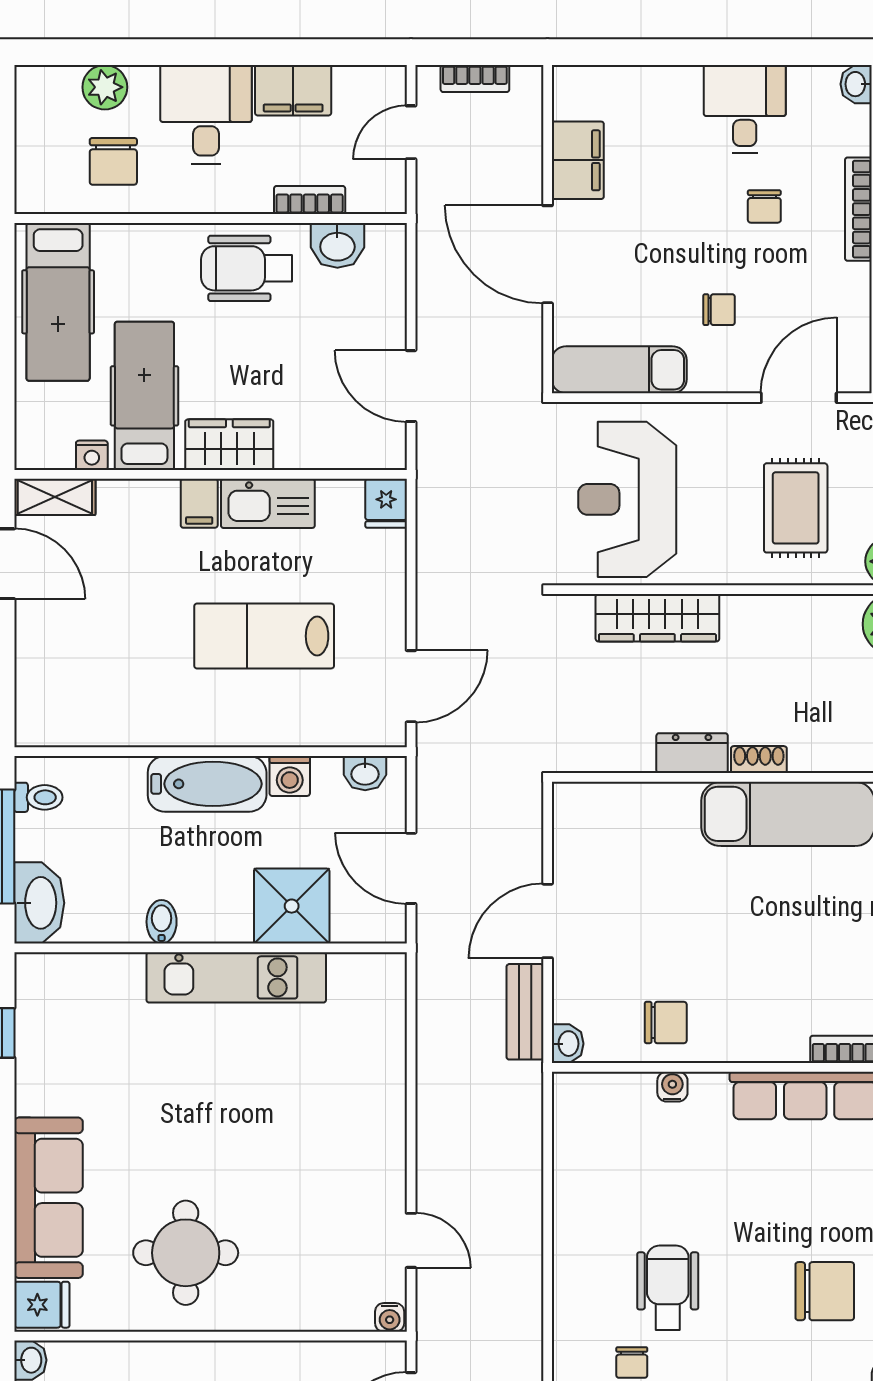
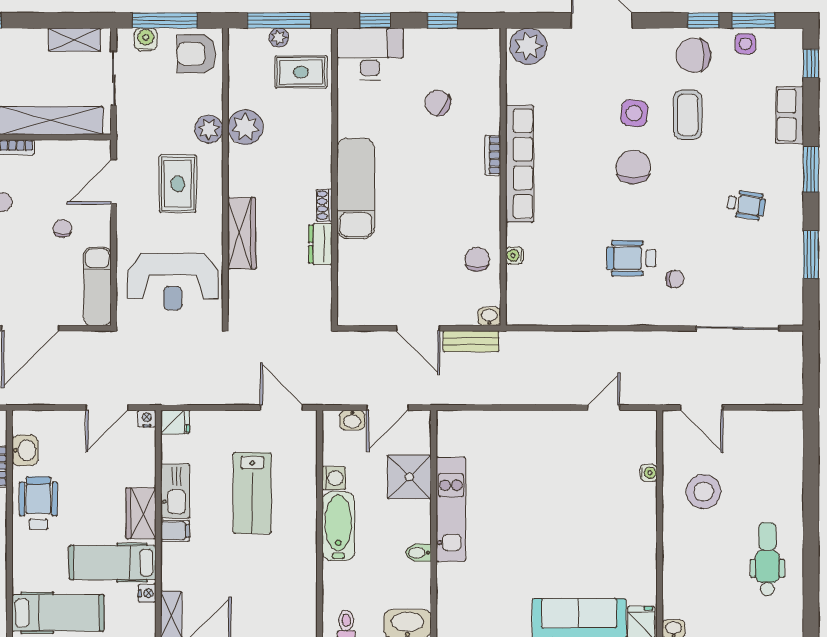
wheelchair: (247, 268) -> (38, 503), turned 180
door: (799, 398) -> (114, 182), hinge flipped
nightstand: (392, 455) -> (147, 419), added
rug: (796, 508) -> (178, 184), turned 90
wardrobe: (657, 618) -> (242, 233), moved
washbasin: (365, 773) -> (352, 420), moved, turned 90
round table: (186, 1253) -> (611, 539), removed
water cooler: (390, 1317) -> (649, 473), moved

